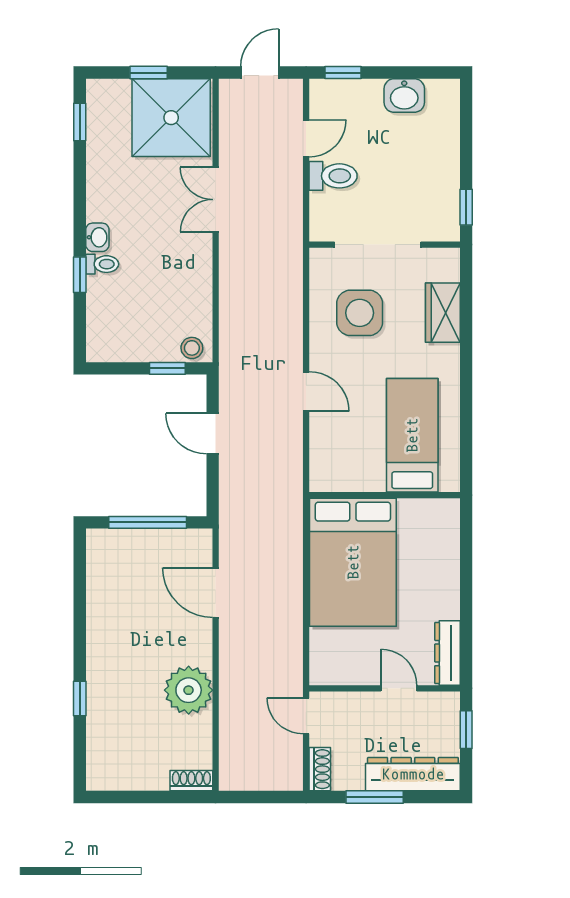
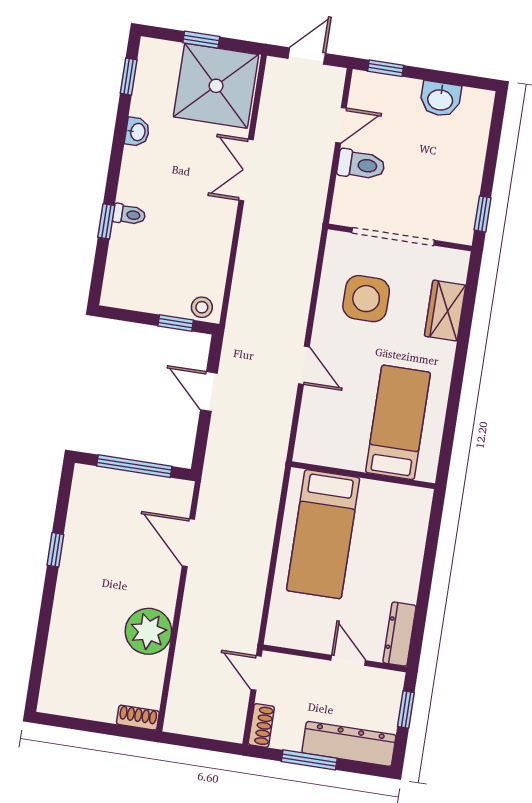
washbasin: (97, 237) -> (137, 132), moved
bed: (353, 562) -> (323, 534), width x0.67
window: (80, 698) -> (55, 550), moved

